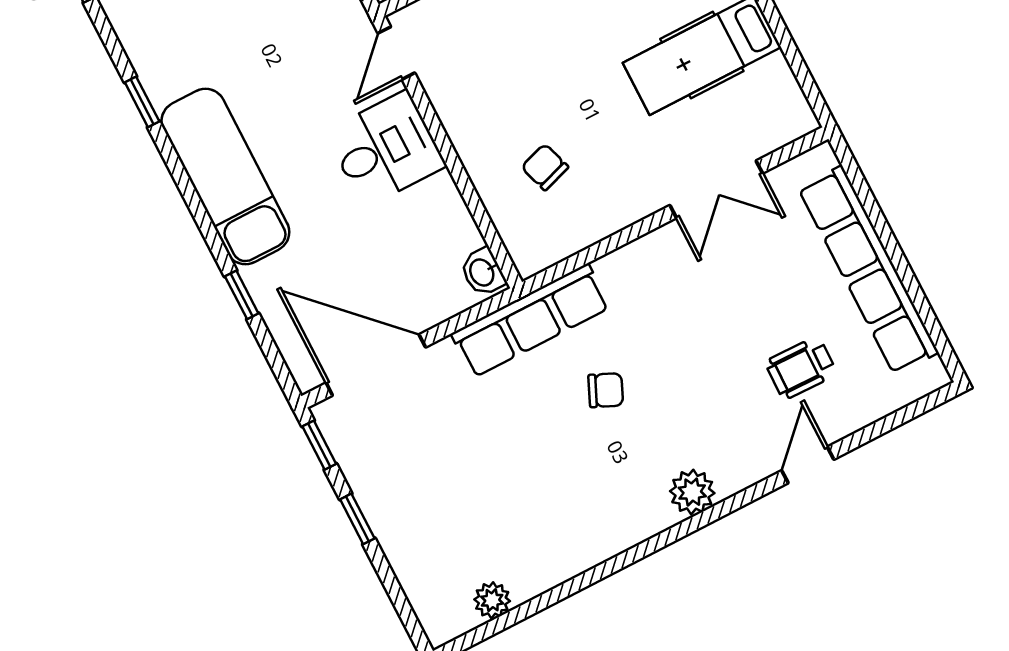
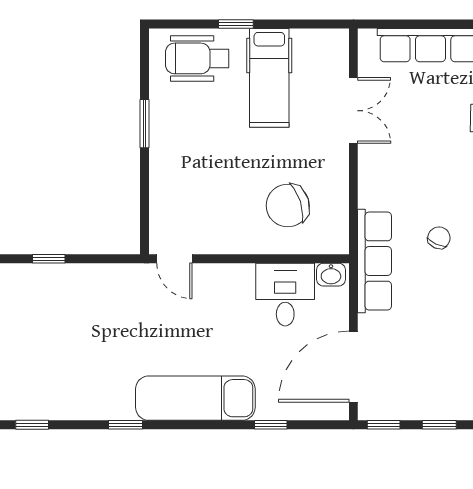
desk: (386, 149) -> (285, 295), moved
chair: (545, 167) -> (288, 206), width x1.87, depth x1.87

